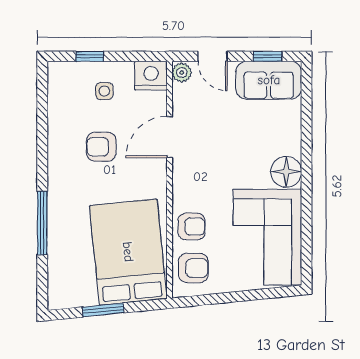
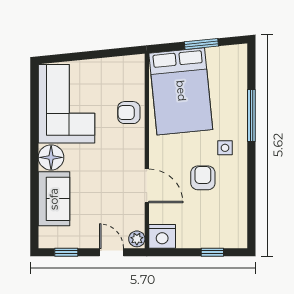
sofa: (269, 80) -> (54, 199), moved, turned 90
side table: (104, 91) -> (225, 148), moved
door: (170, 137) -> (147, 186), hinge flipped
armchair: (101, 147) -> (203, 178), turned -90
armchair: (193, 268) -> (127, 78), removed

